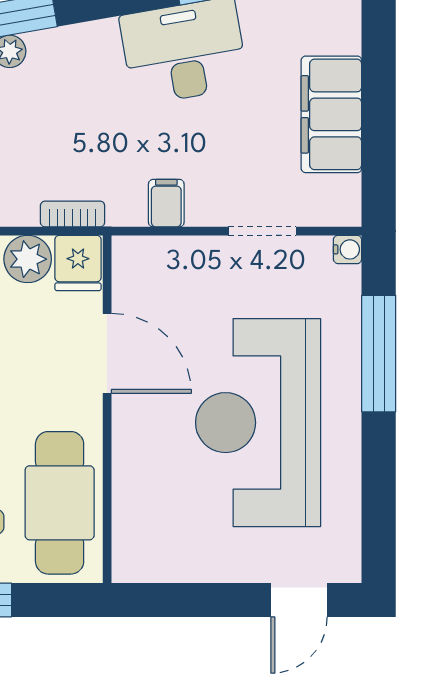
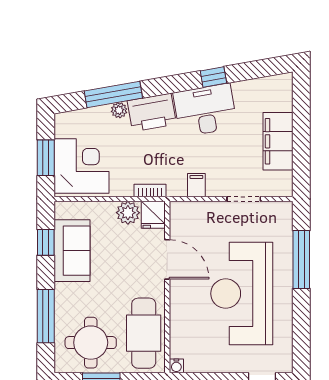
printer: (76, 56) -> (152, 112), added
water cooler: (348, 249) -> (176, 366), moved, turned 90

